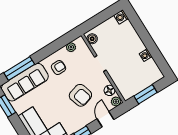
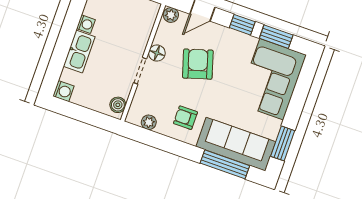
kitchen sink: (135, 41) -> (79, 51), added
floor lamp: (109, 90) -> (157, 53), moved

